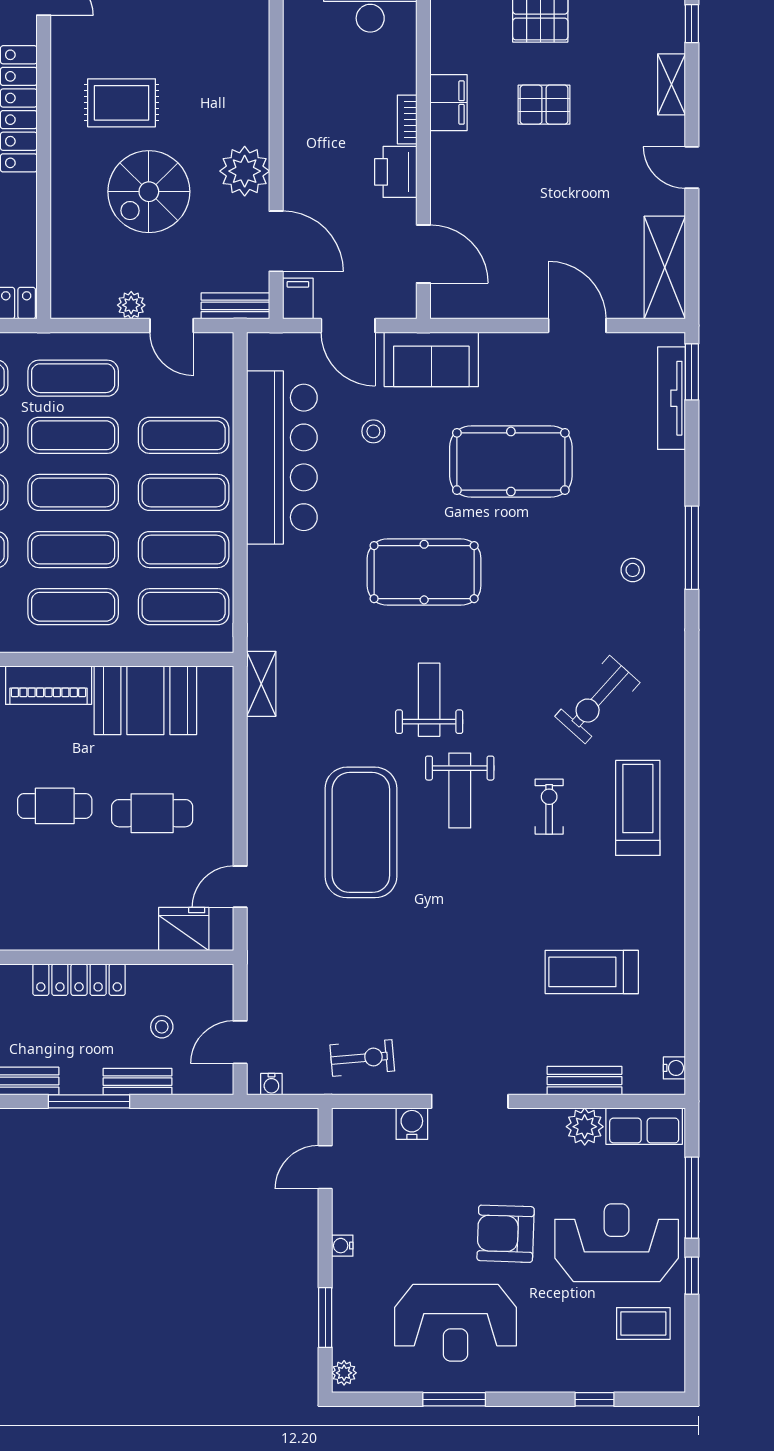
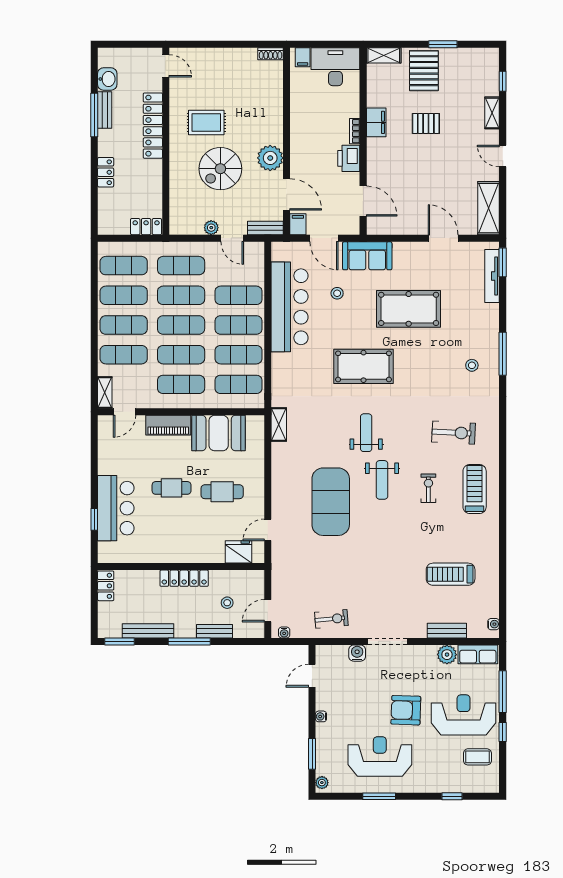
exercise bike: (597, 700) -> (454, 433), turned -129
reception desk: (456, 1323) -> (380, 757), turned 180

